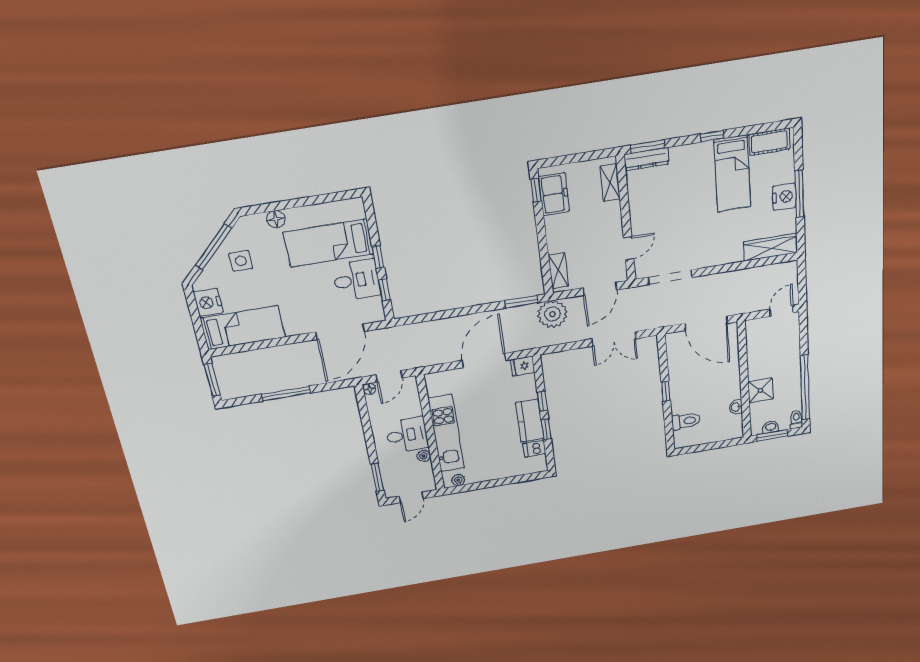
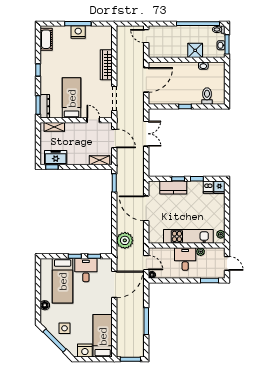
bed: (732, 173) -> (72, 98), moved, turned -90
wardrobe: (771, 247) -> (106, 65), moved
plant: (552, 314) -> (125, 240), moved
door: (340, 332) -> (114, 284), hinge flipped
fridge: (523, 366) -> (219, 187), moved
kitchen counter: (530, 421) -> (173, 187), moved

